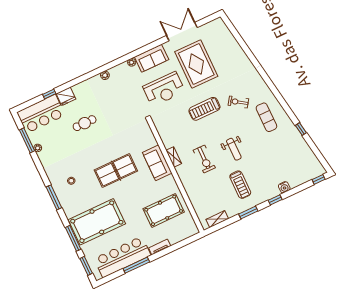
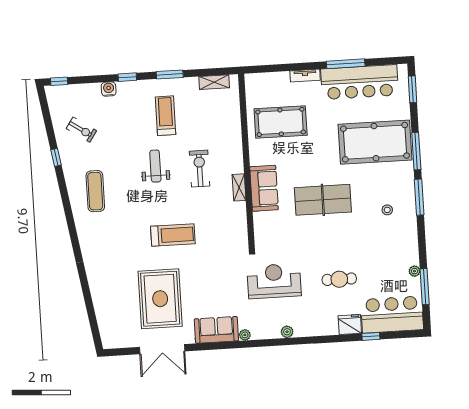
reception desk: (164, 89) -> (274, 281), moved
exercise bike: (238, 102) -> (81, 130), moved
window: (73, 238) -> (416, 151), moved

